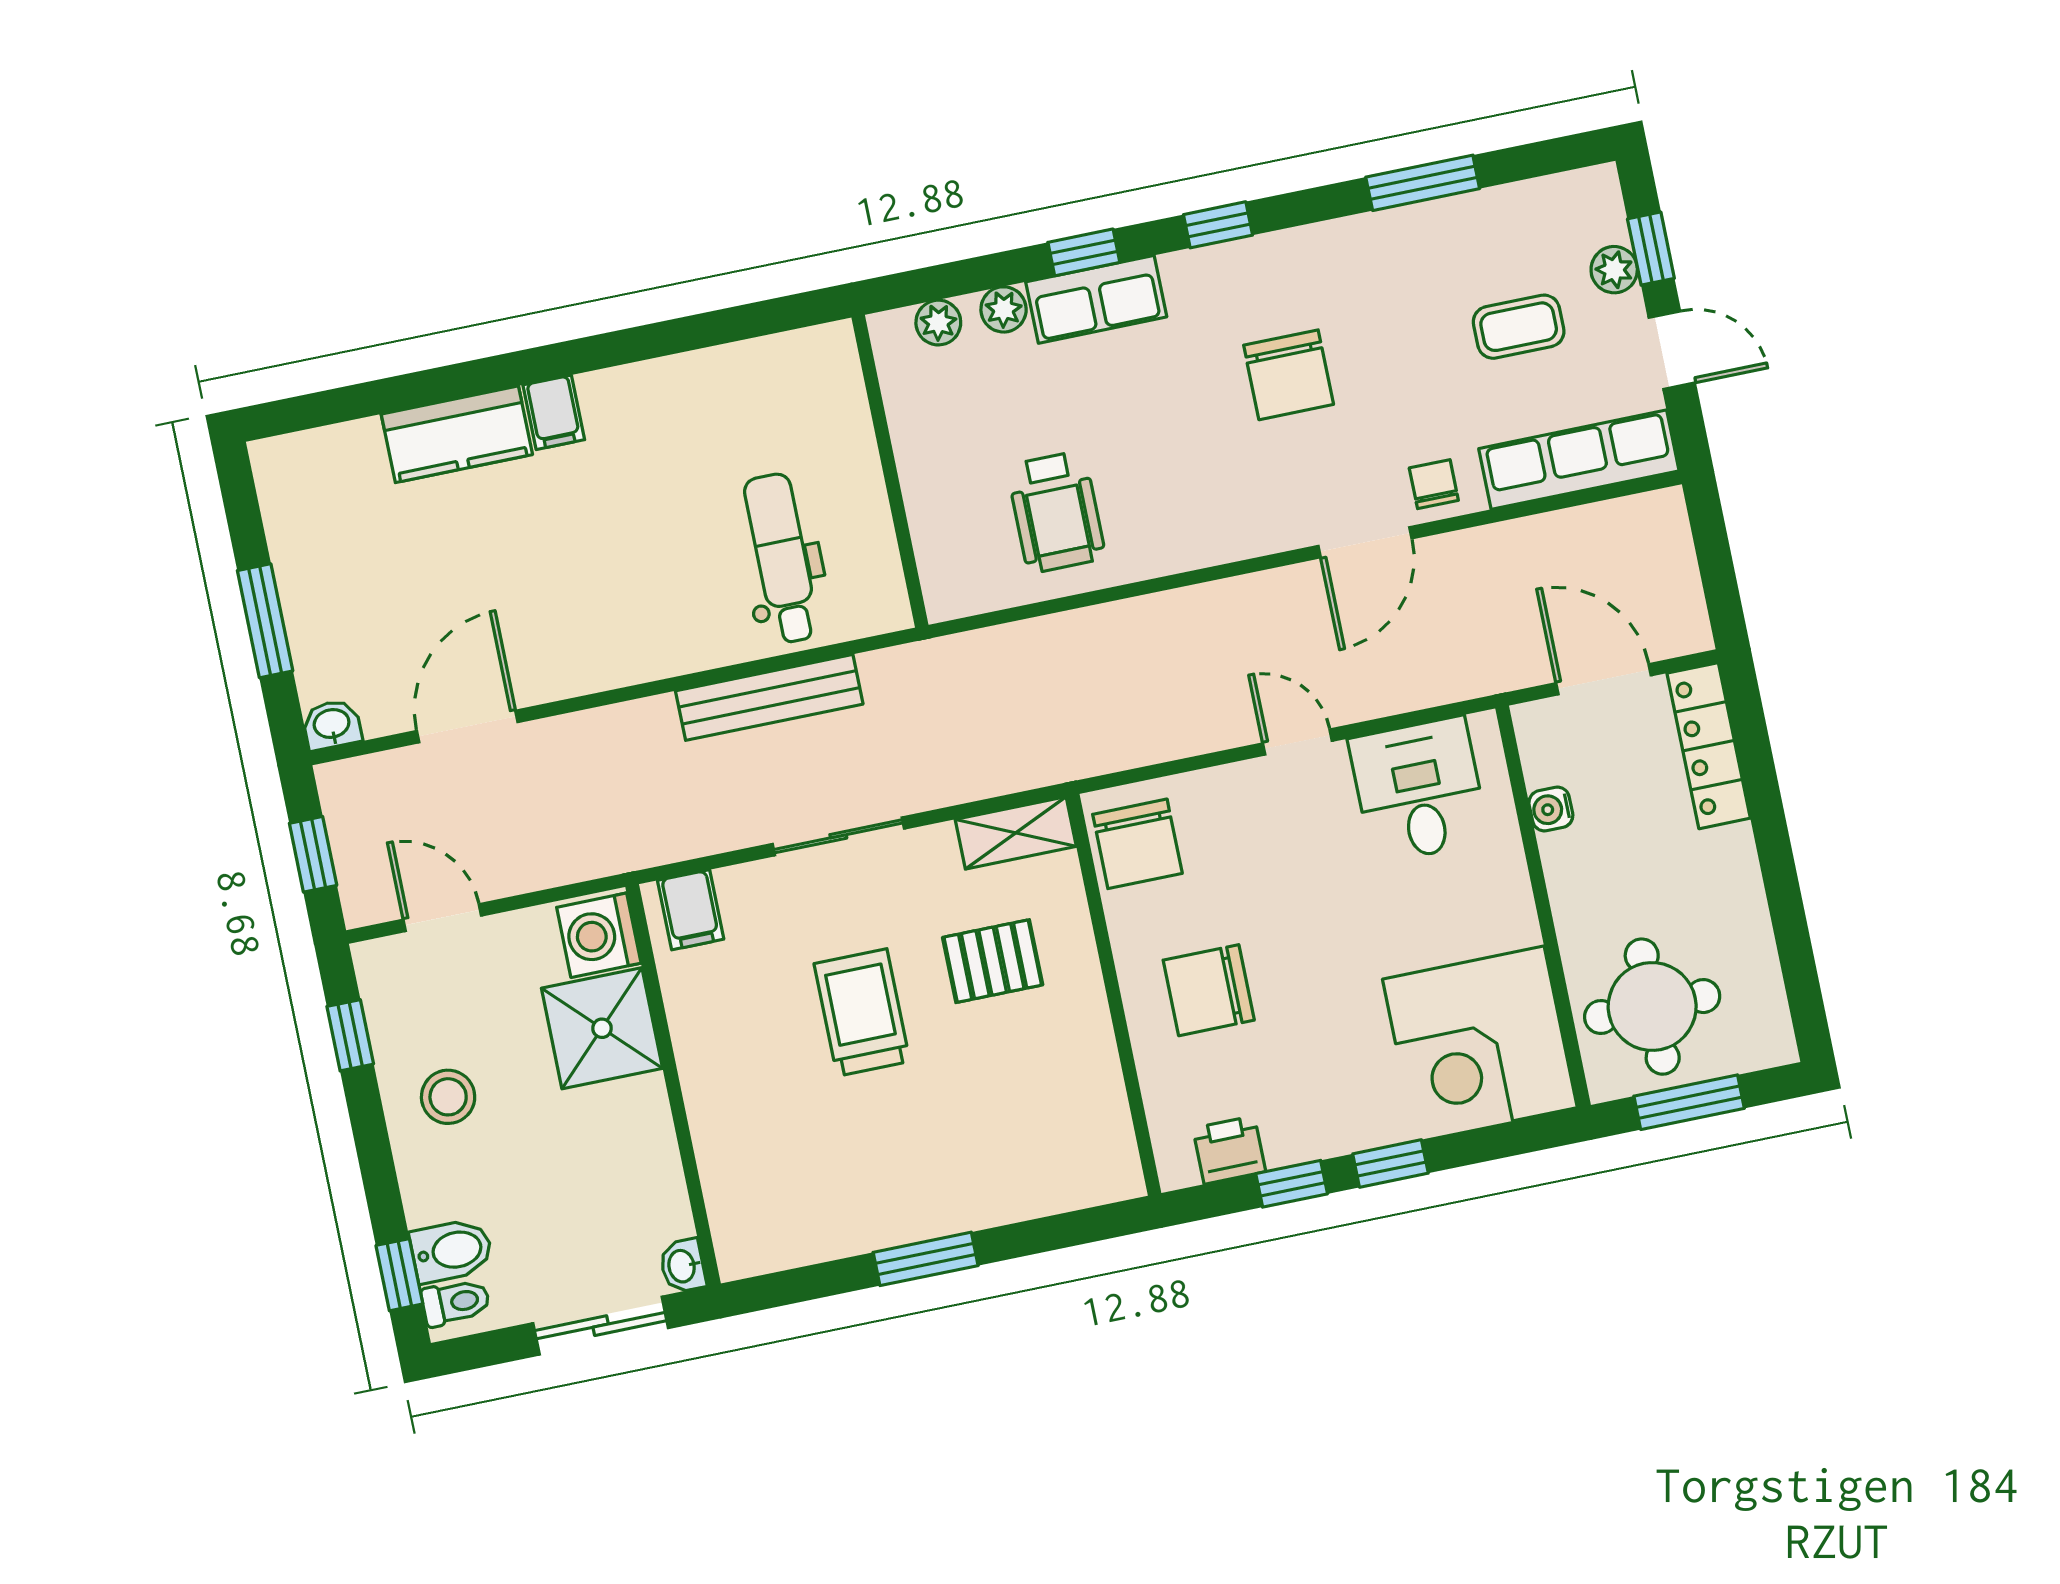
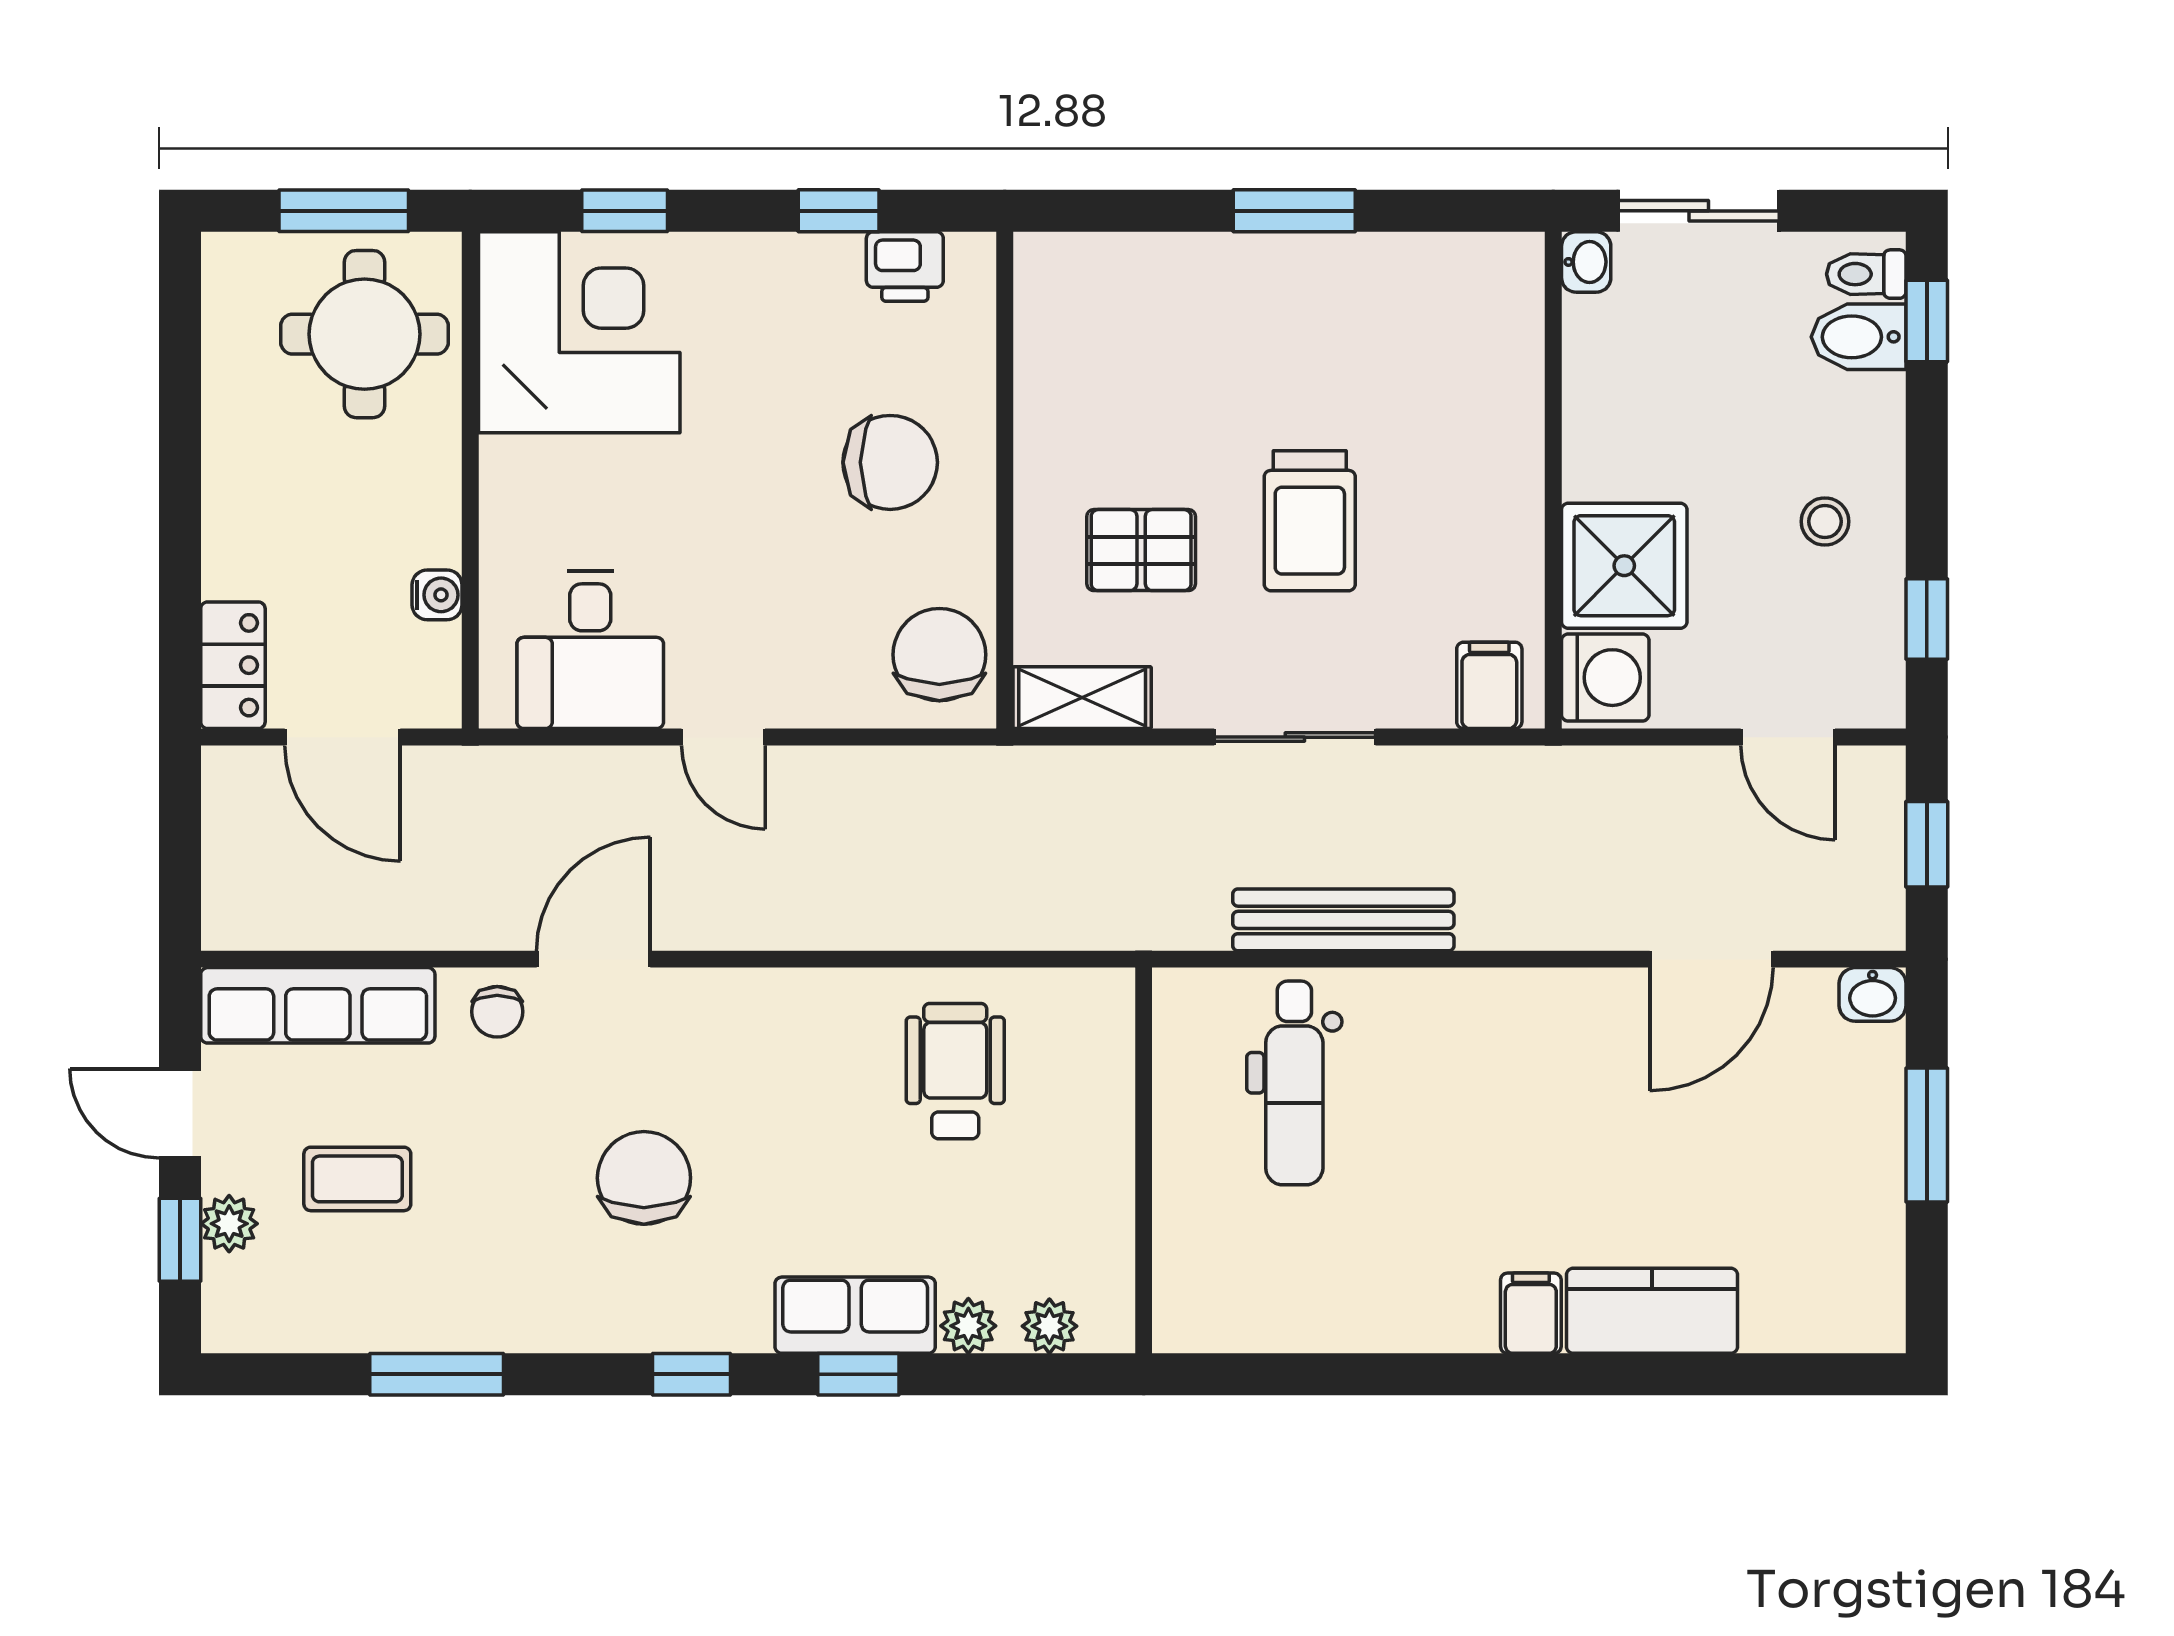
locker: (1709, 746) -> (233, 665), width x0.66
stool: (448, 1097) -> (1825, 521), width x0.73, depth x0.73
window: (1390, 1163) -> (625, 211), moved

